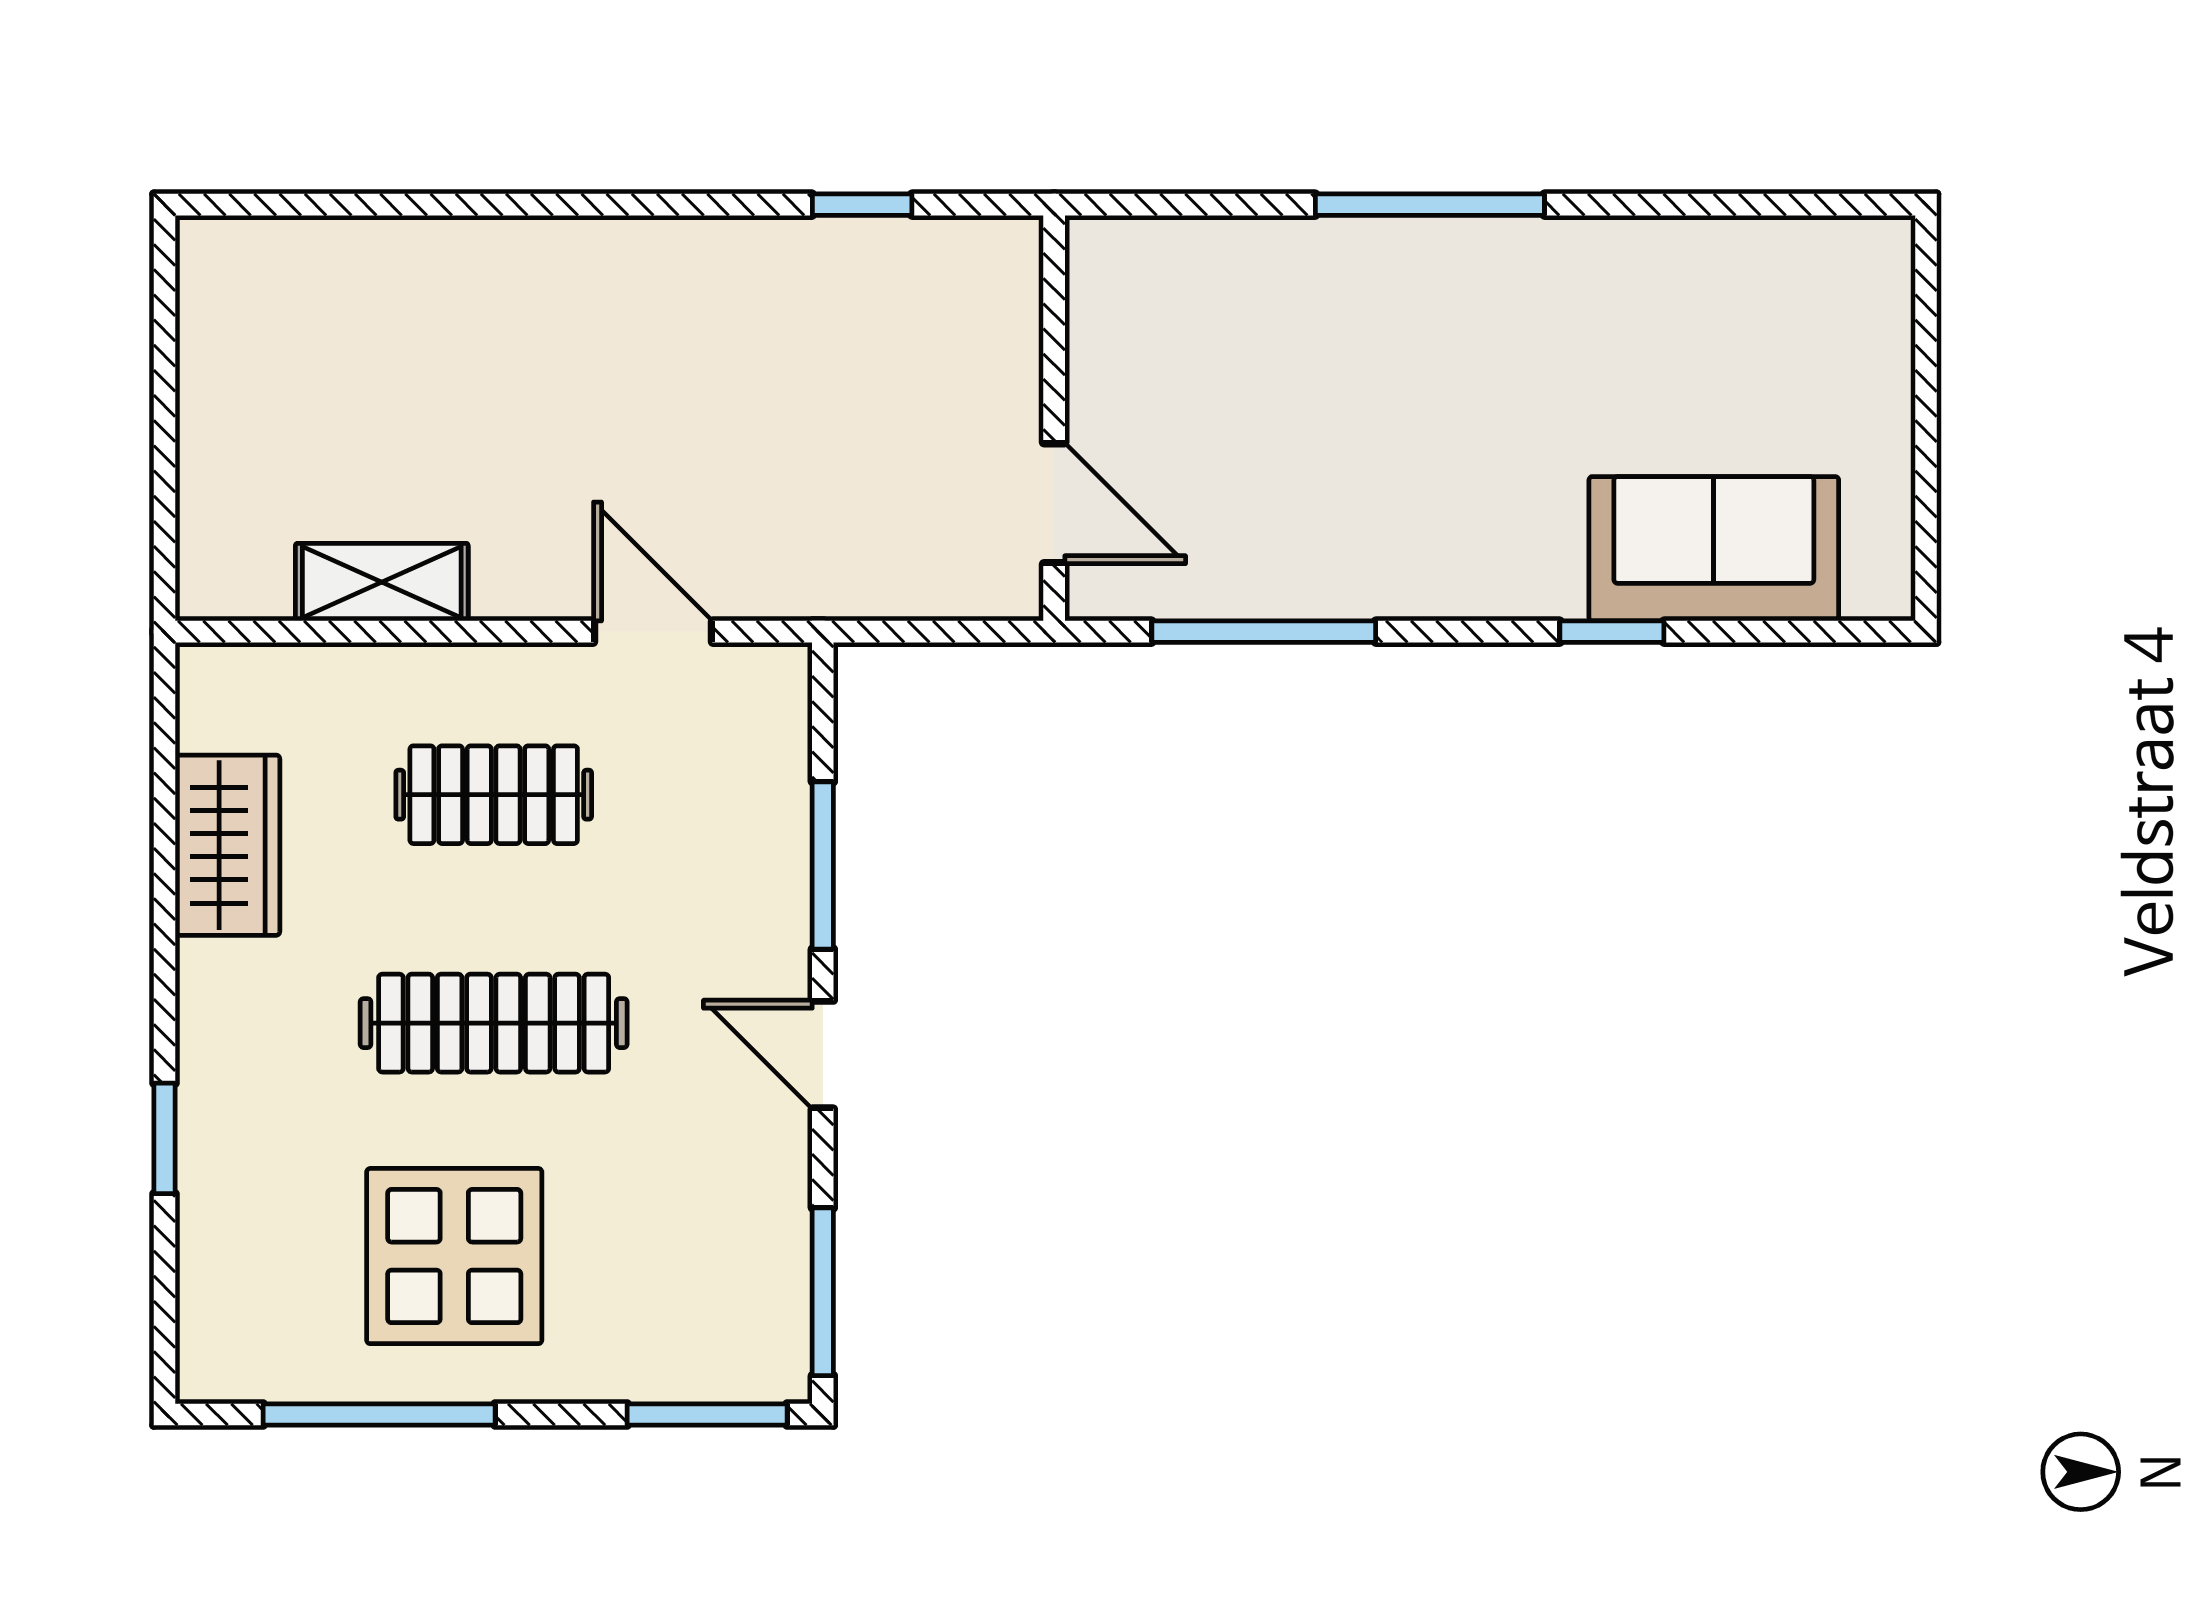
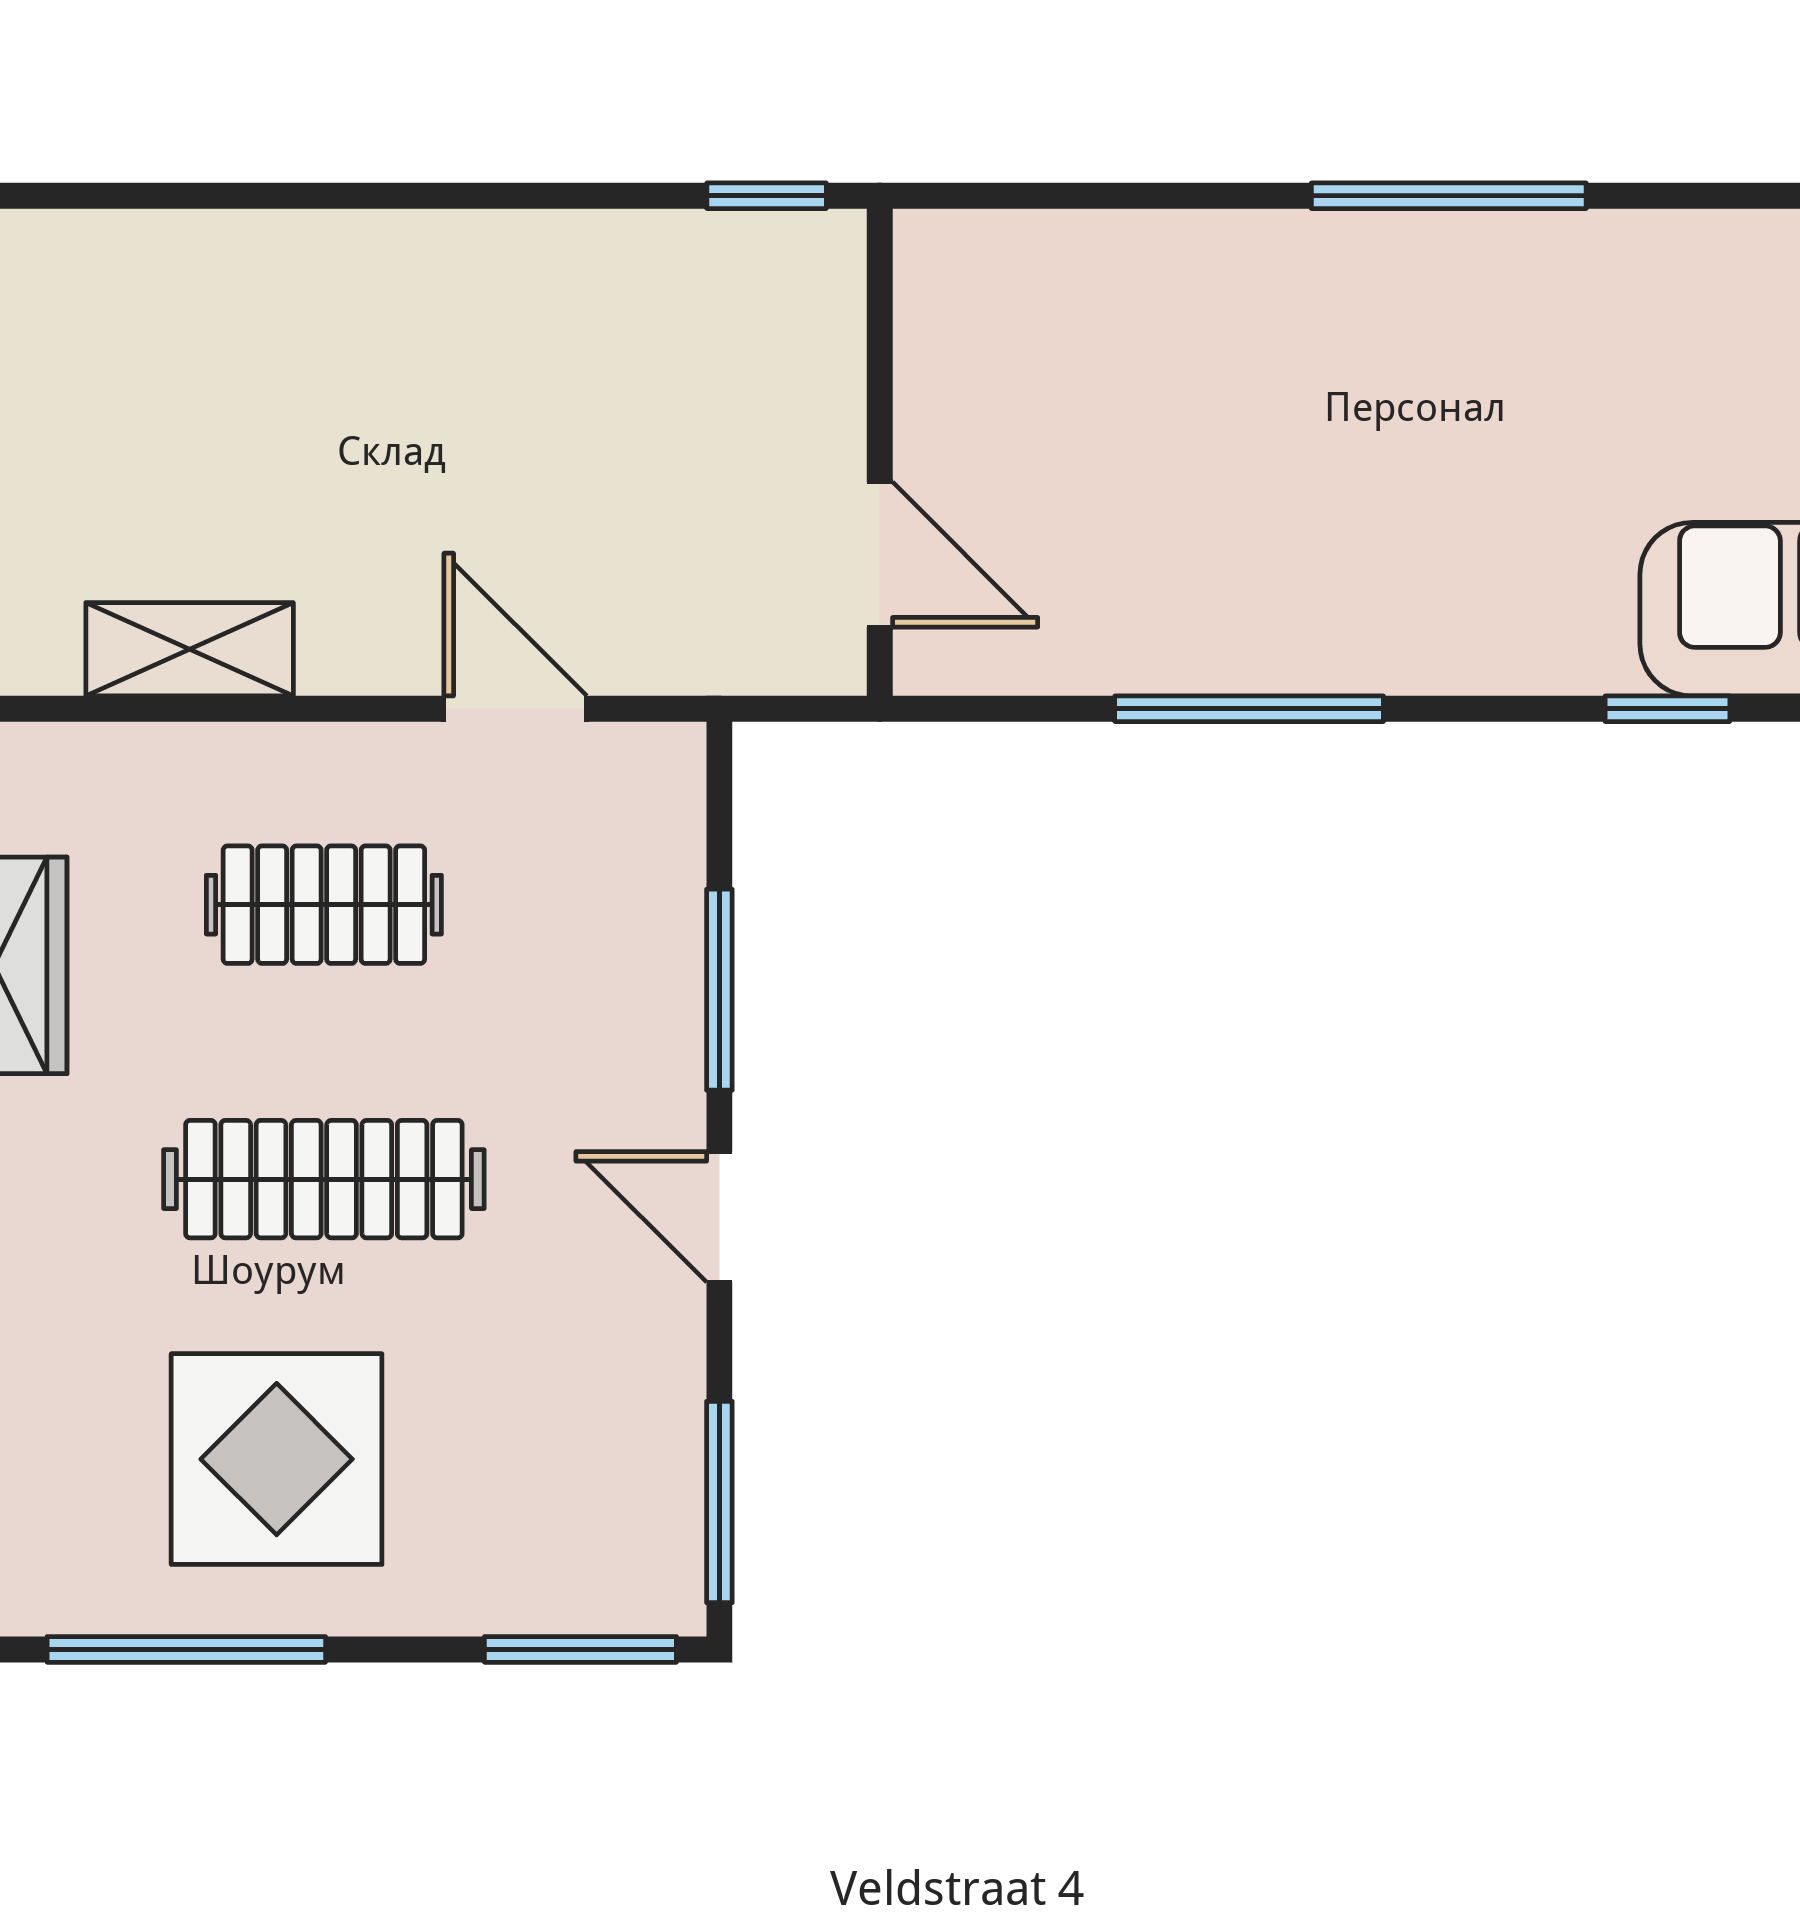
wall: (1054, 418) -> (880, 452), moved
door: (1054, 503) -> (880, 555), moved

